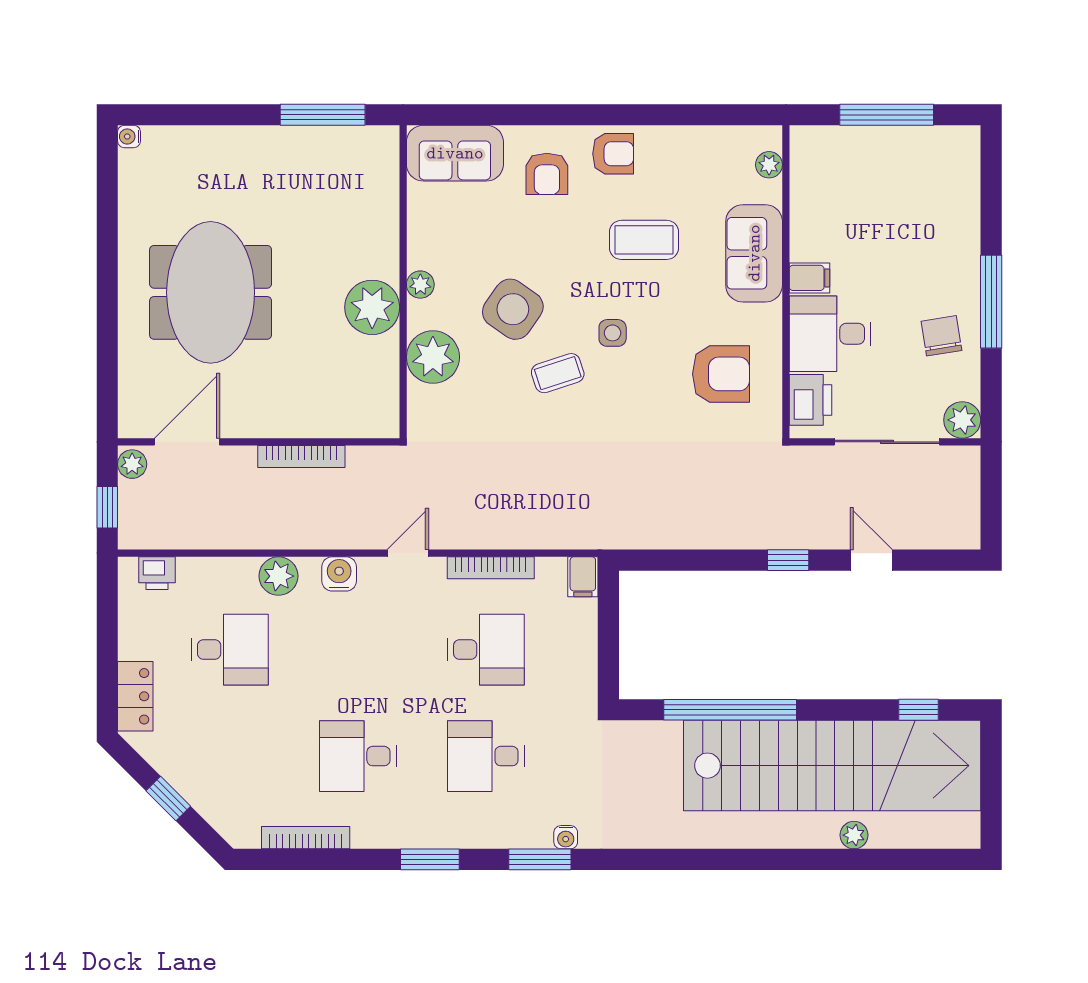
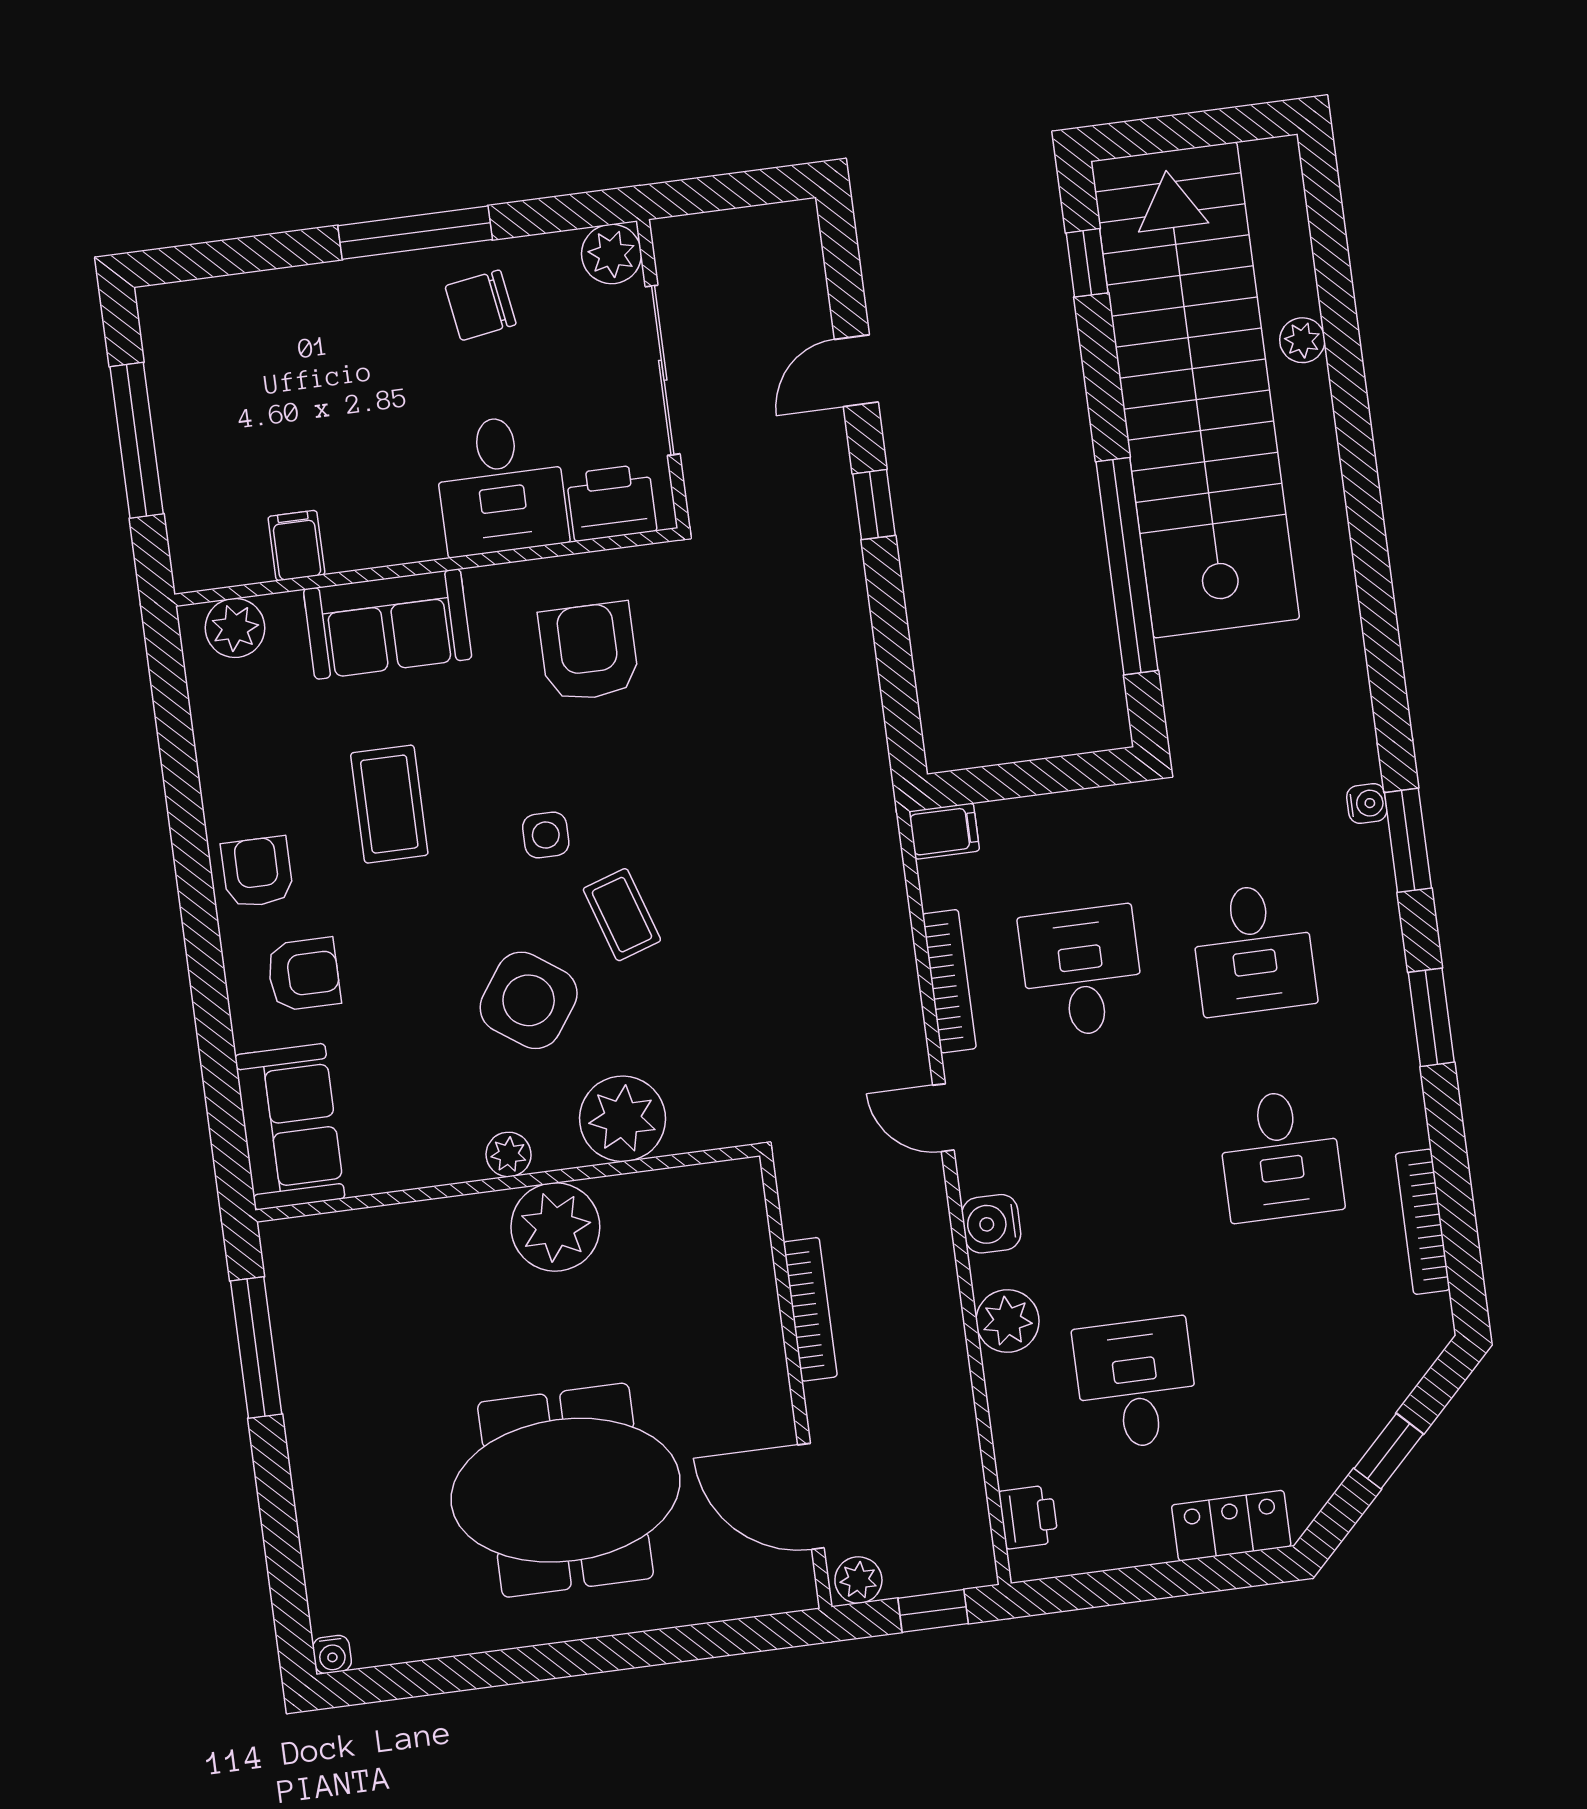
plant: (769, 165) -> (235, 628), width x1.38, depth x1.38
filing cabinet: (809, 278) -> (296, 546), moved

